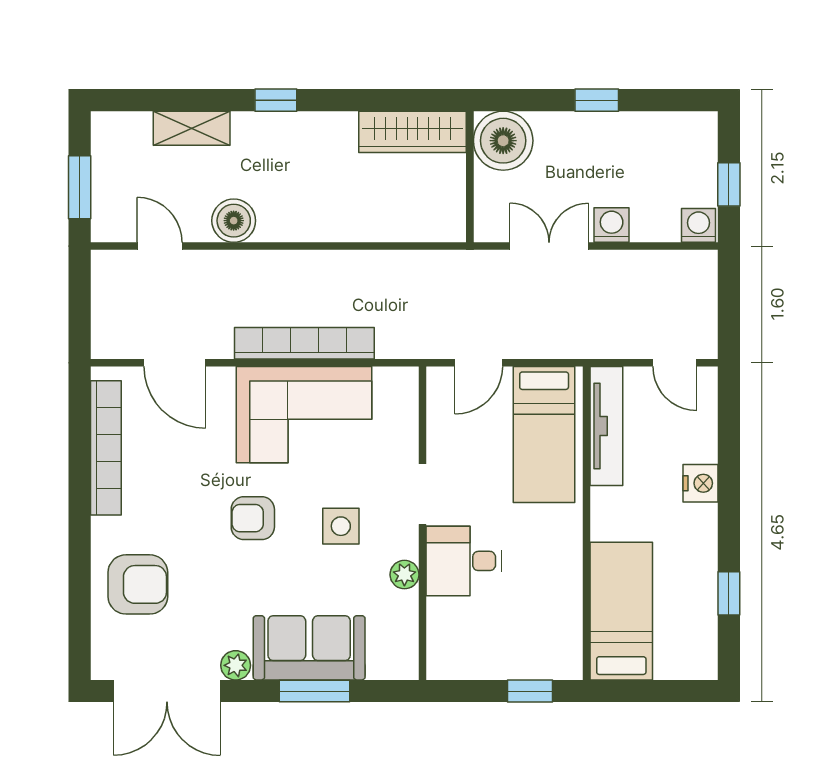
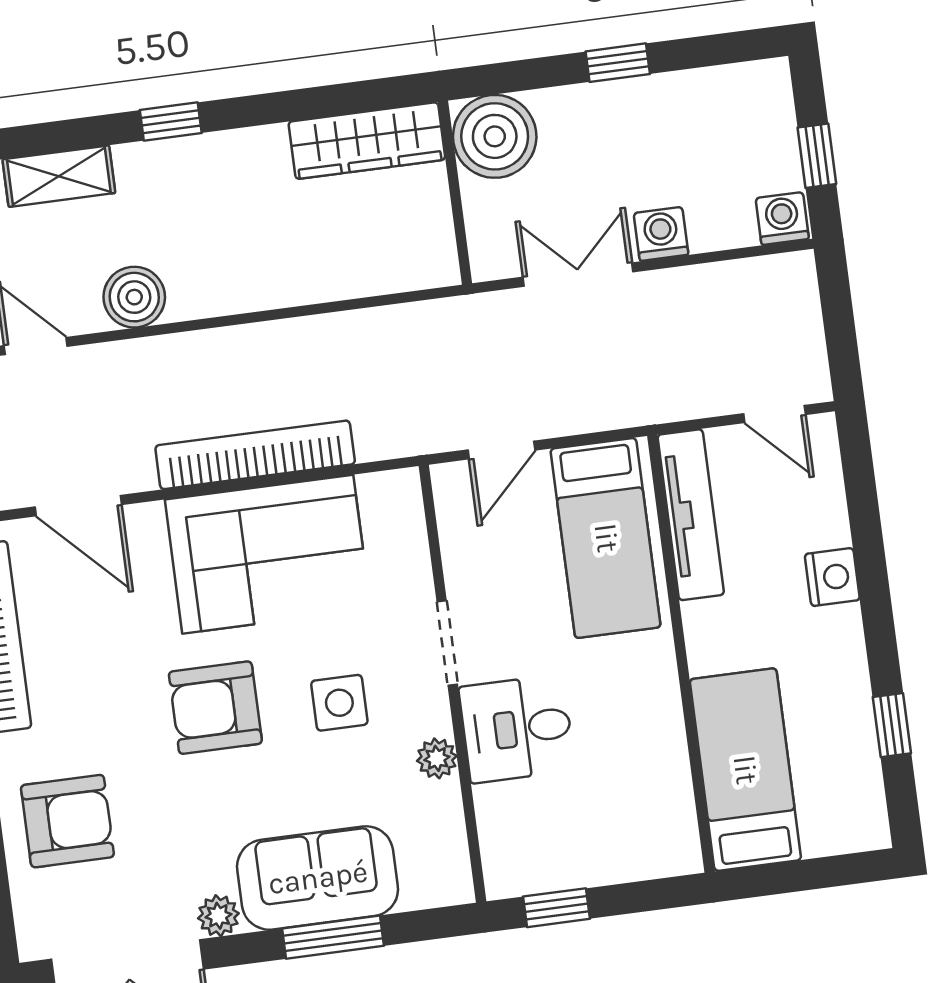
armchair: (253, 518) -> (215, 708), width x1.38, depth x1.38
window: (530, 691) -> (557, 908), moved

